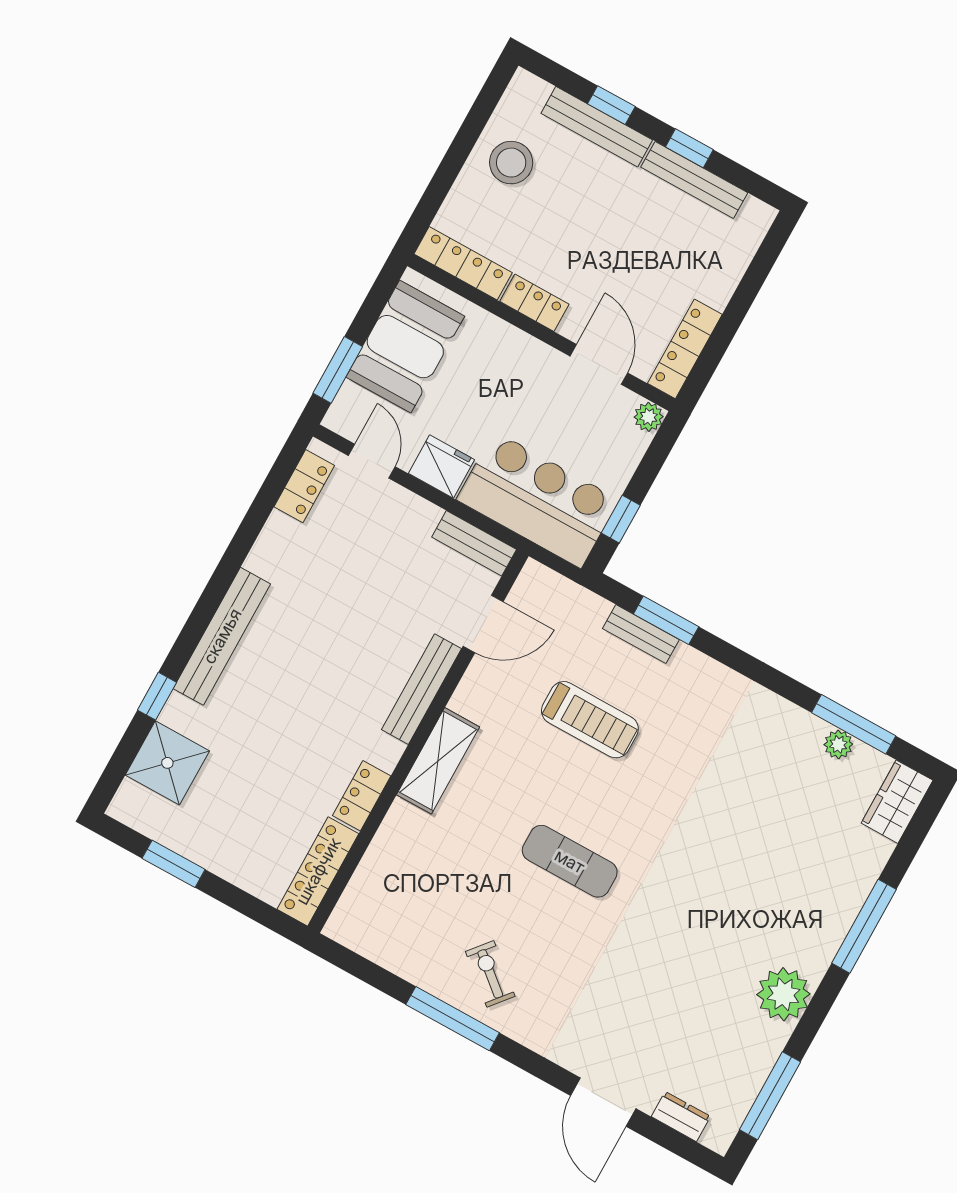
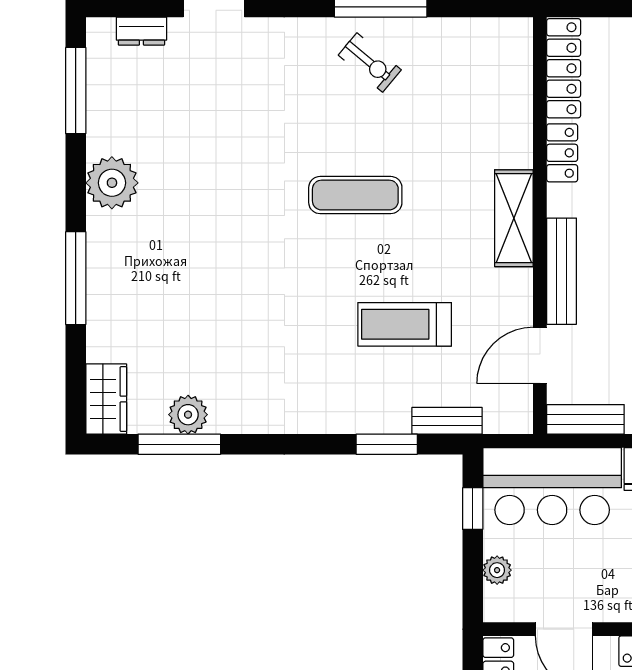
plant: (649, 417) -> (497, 570), moved
bench: (641, 634) -> (447, 421), moved
plant: (838, 744) -> (188, 415), width x1.38, depth x1.38

